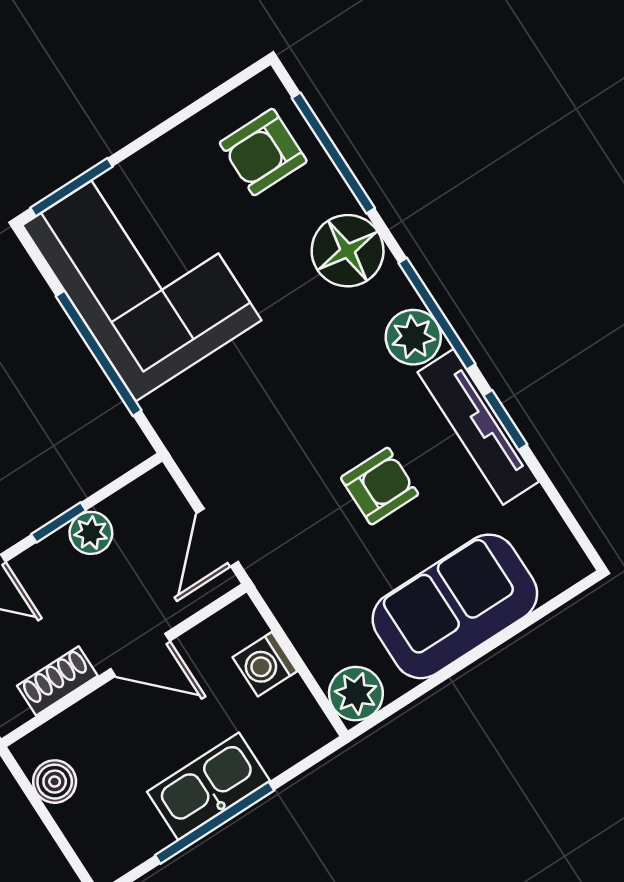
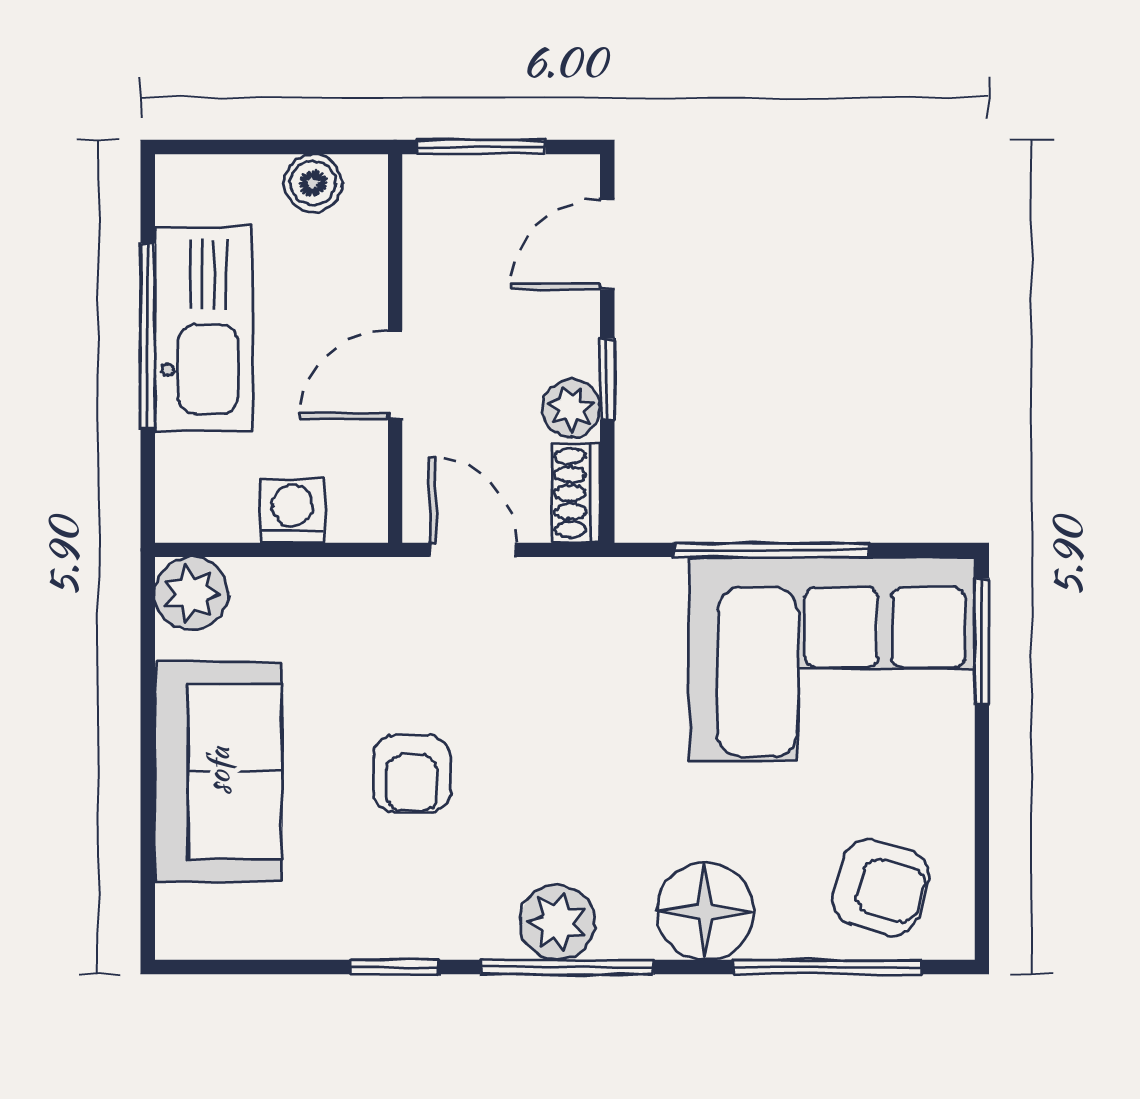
armchair: (263, 152) -> (881, 887), turned 107
tv unit: (478, 427) -> (407, 931), removed
shoe rack: (57, 681) -> (576, 493), moved, turned 180
kitchen sink: (208, 786) -> (204, 329), width x1.36, depth x1.24

